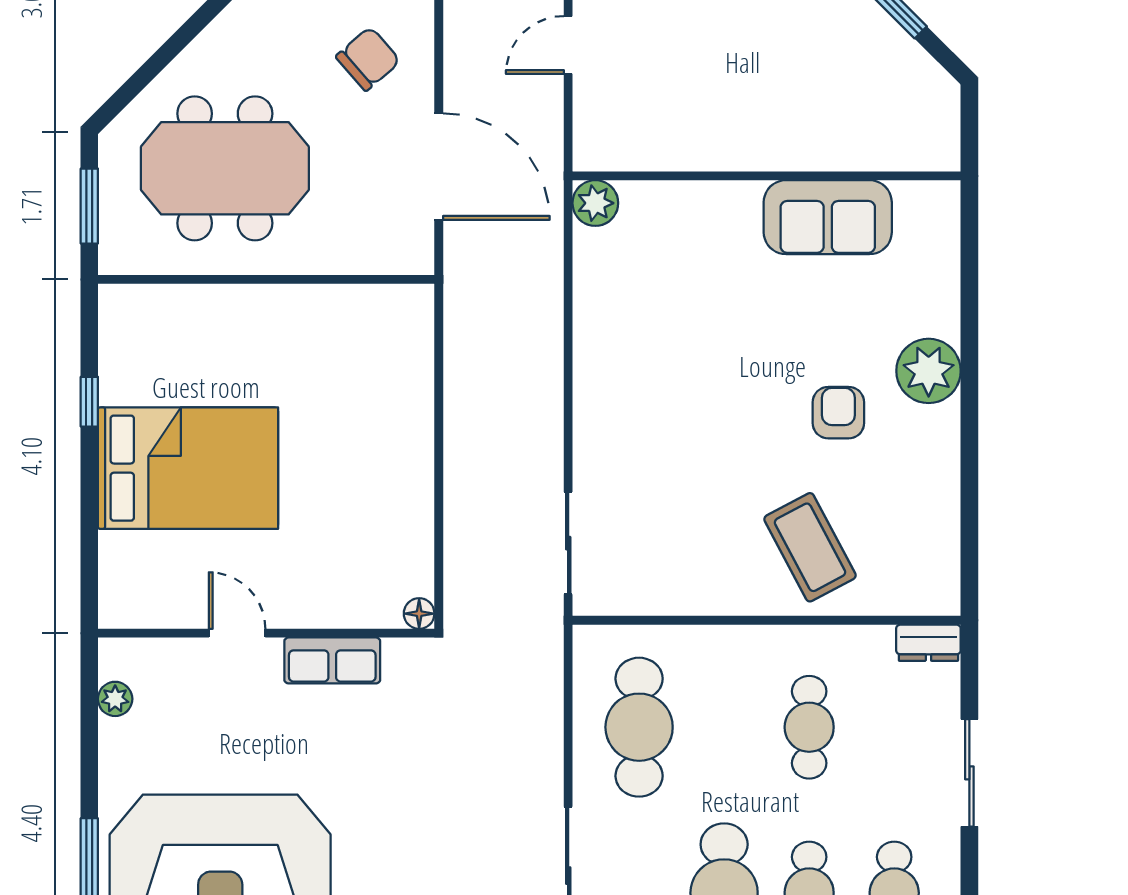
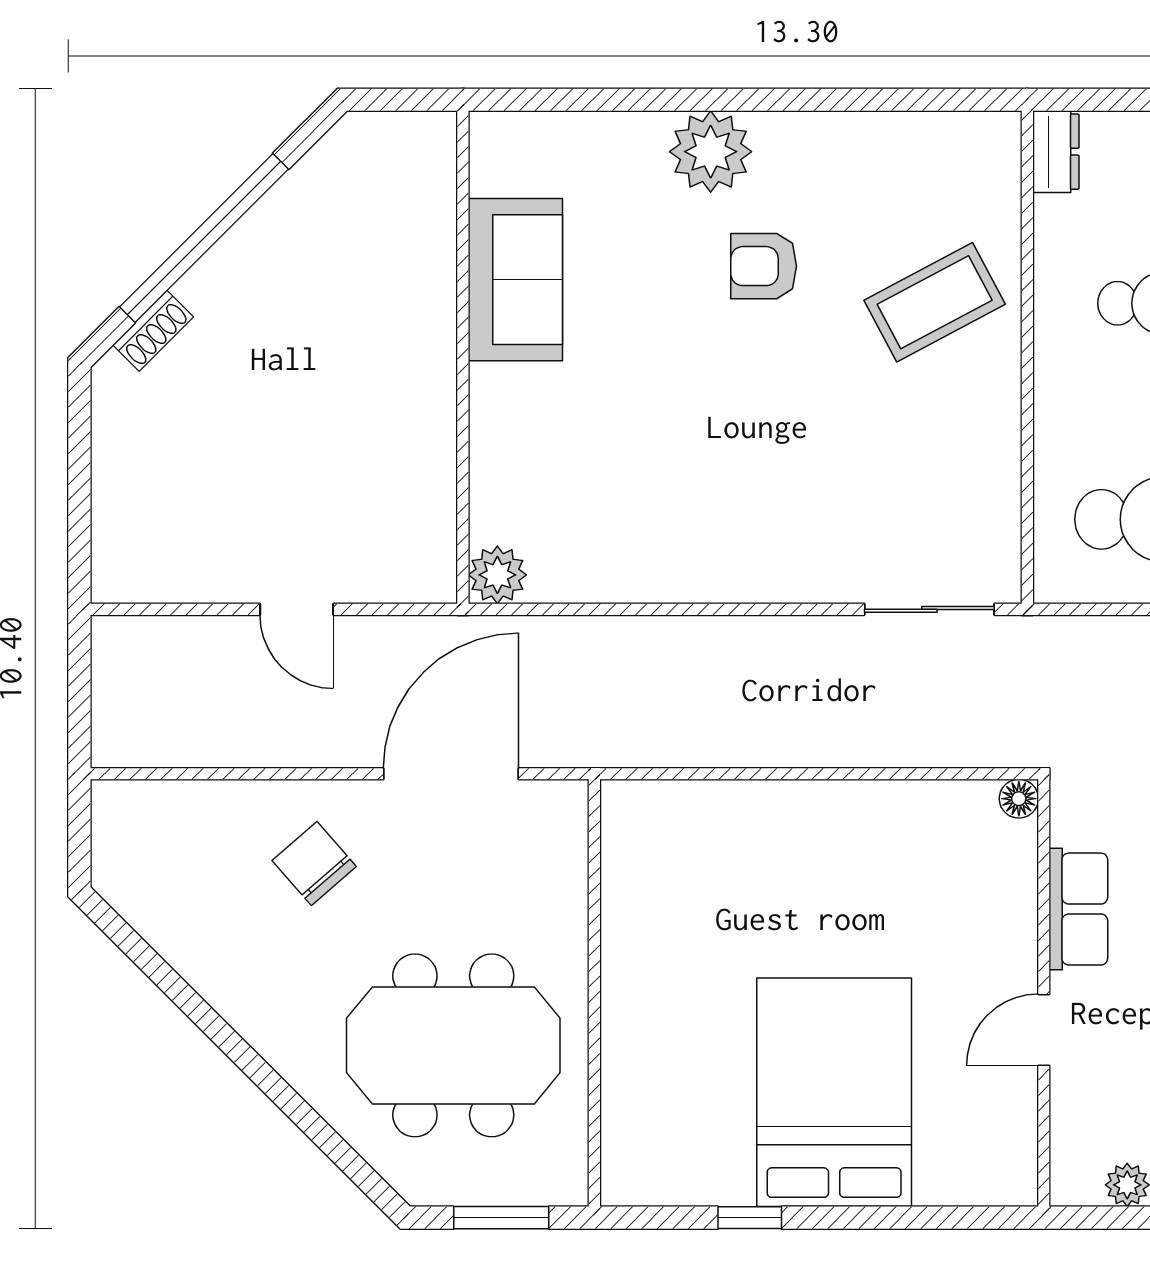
meeting table: (225, 168) -> (453, 1045), turned 90

